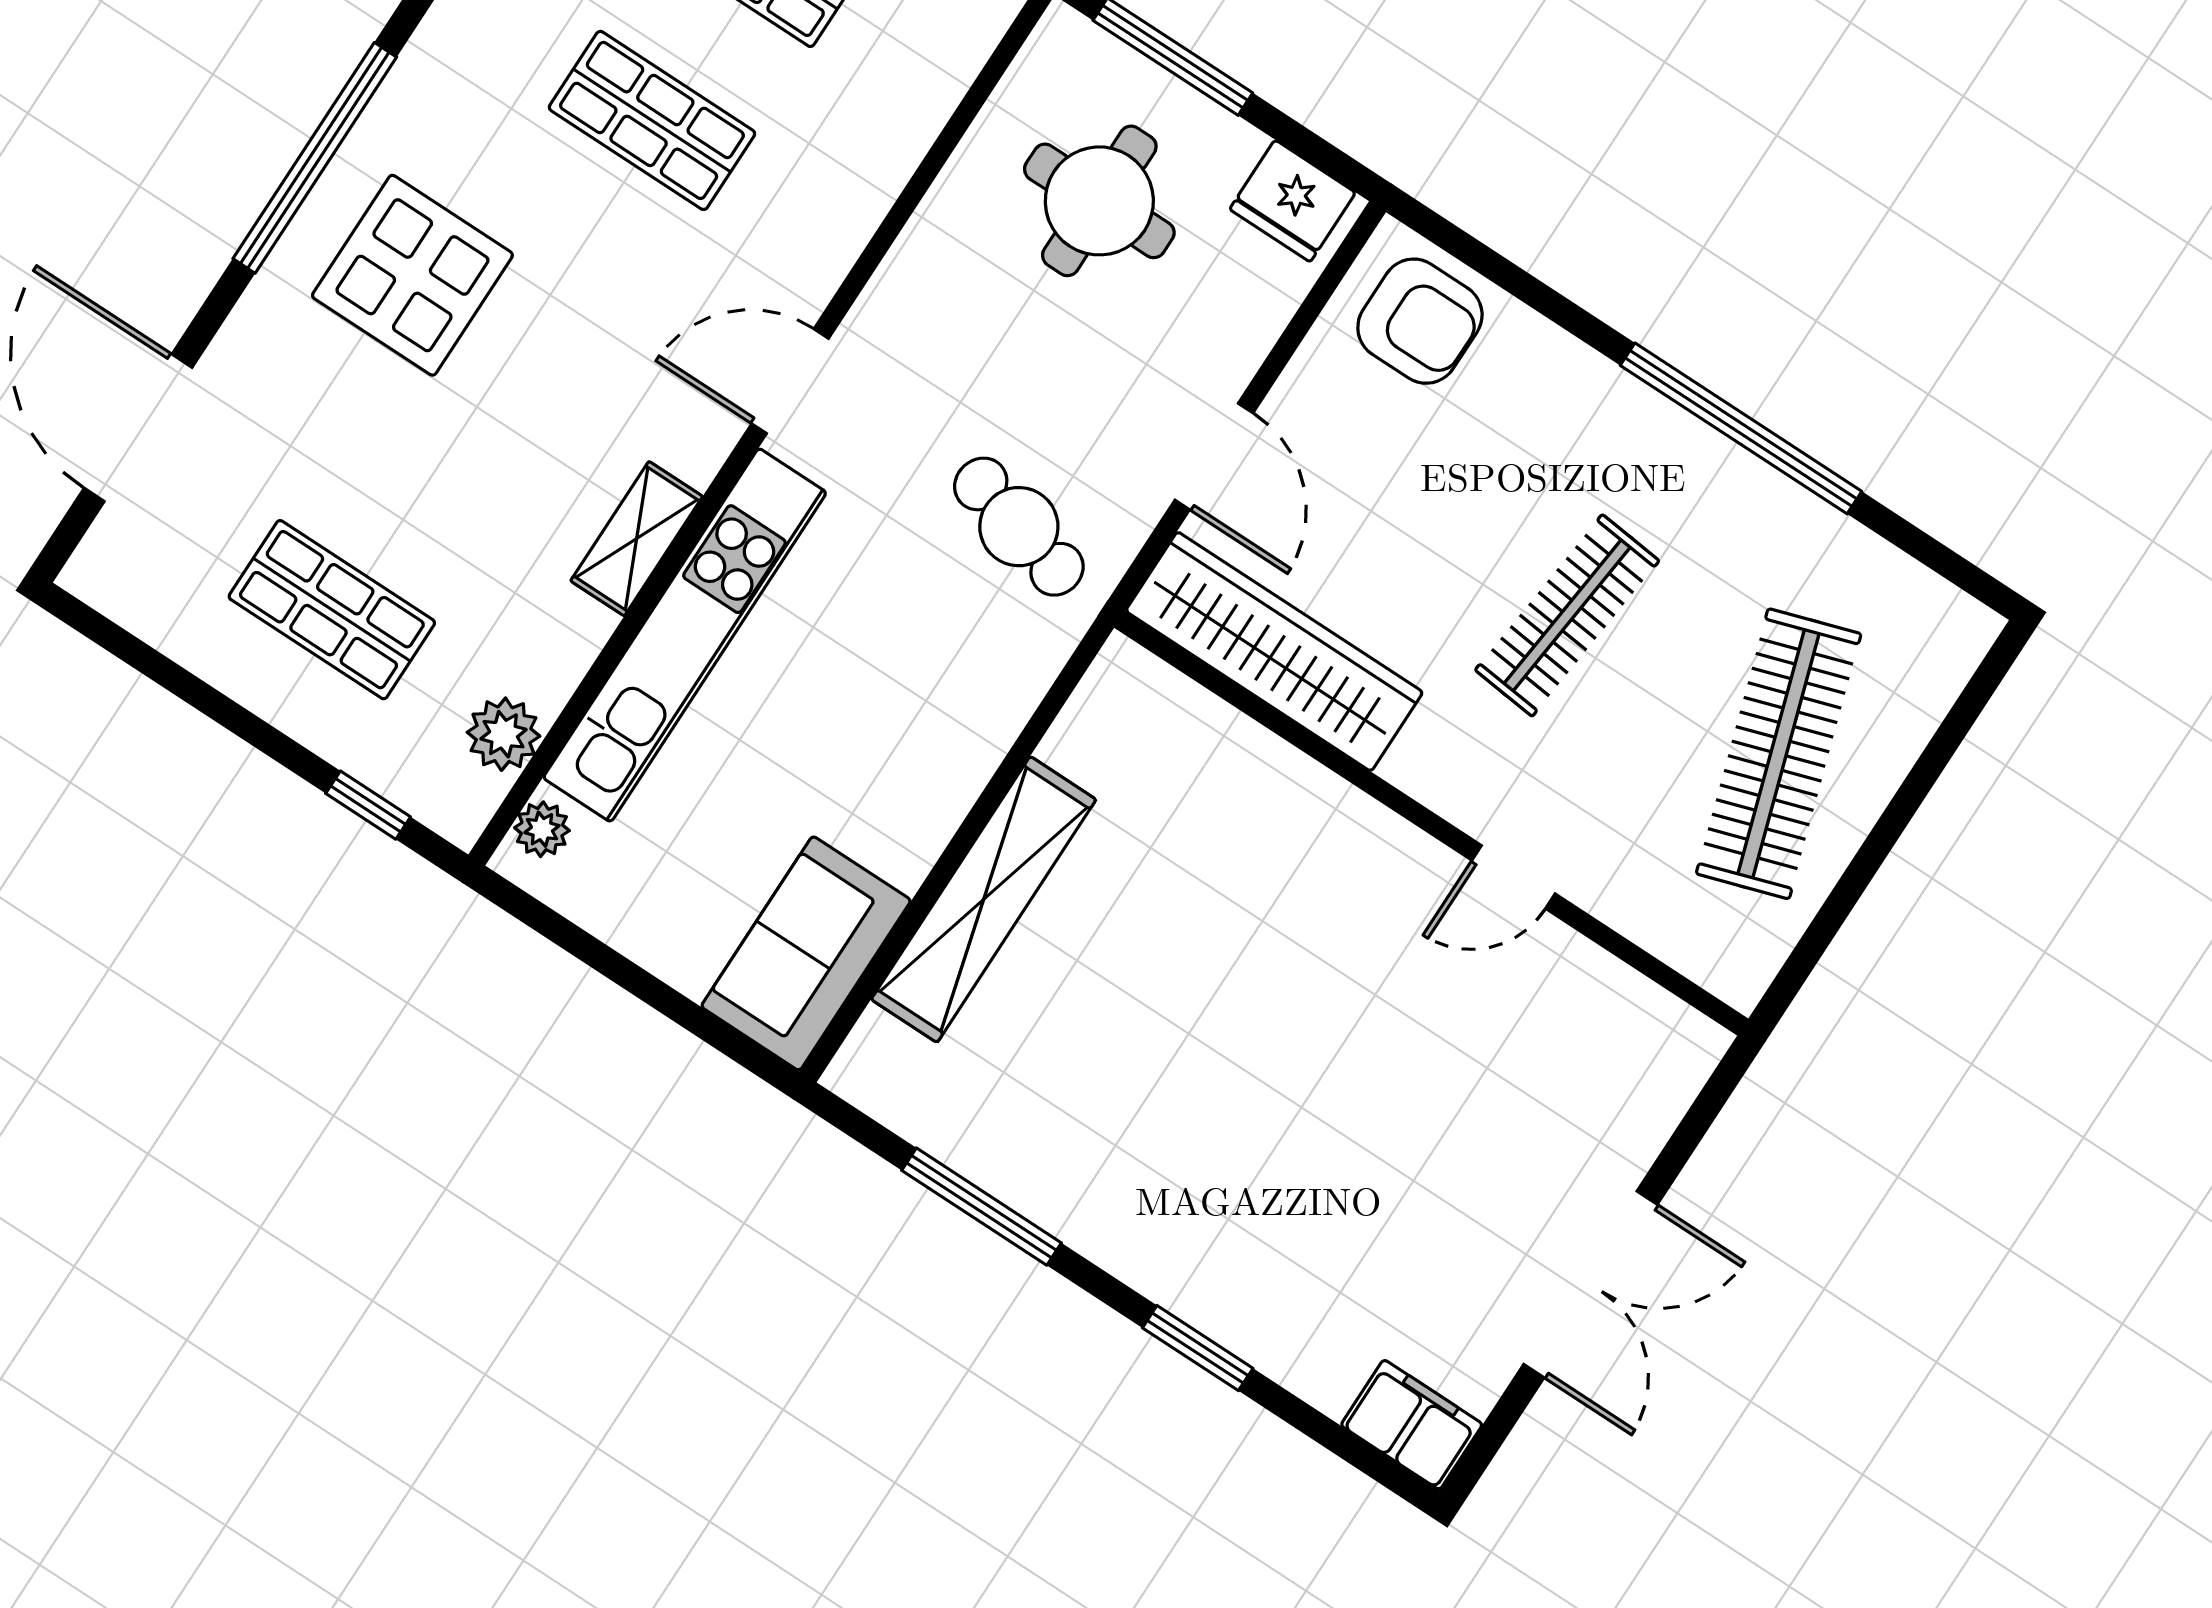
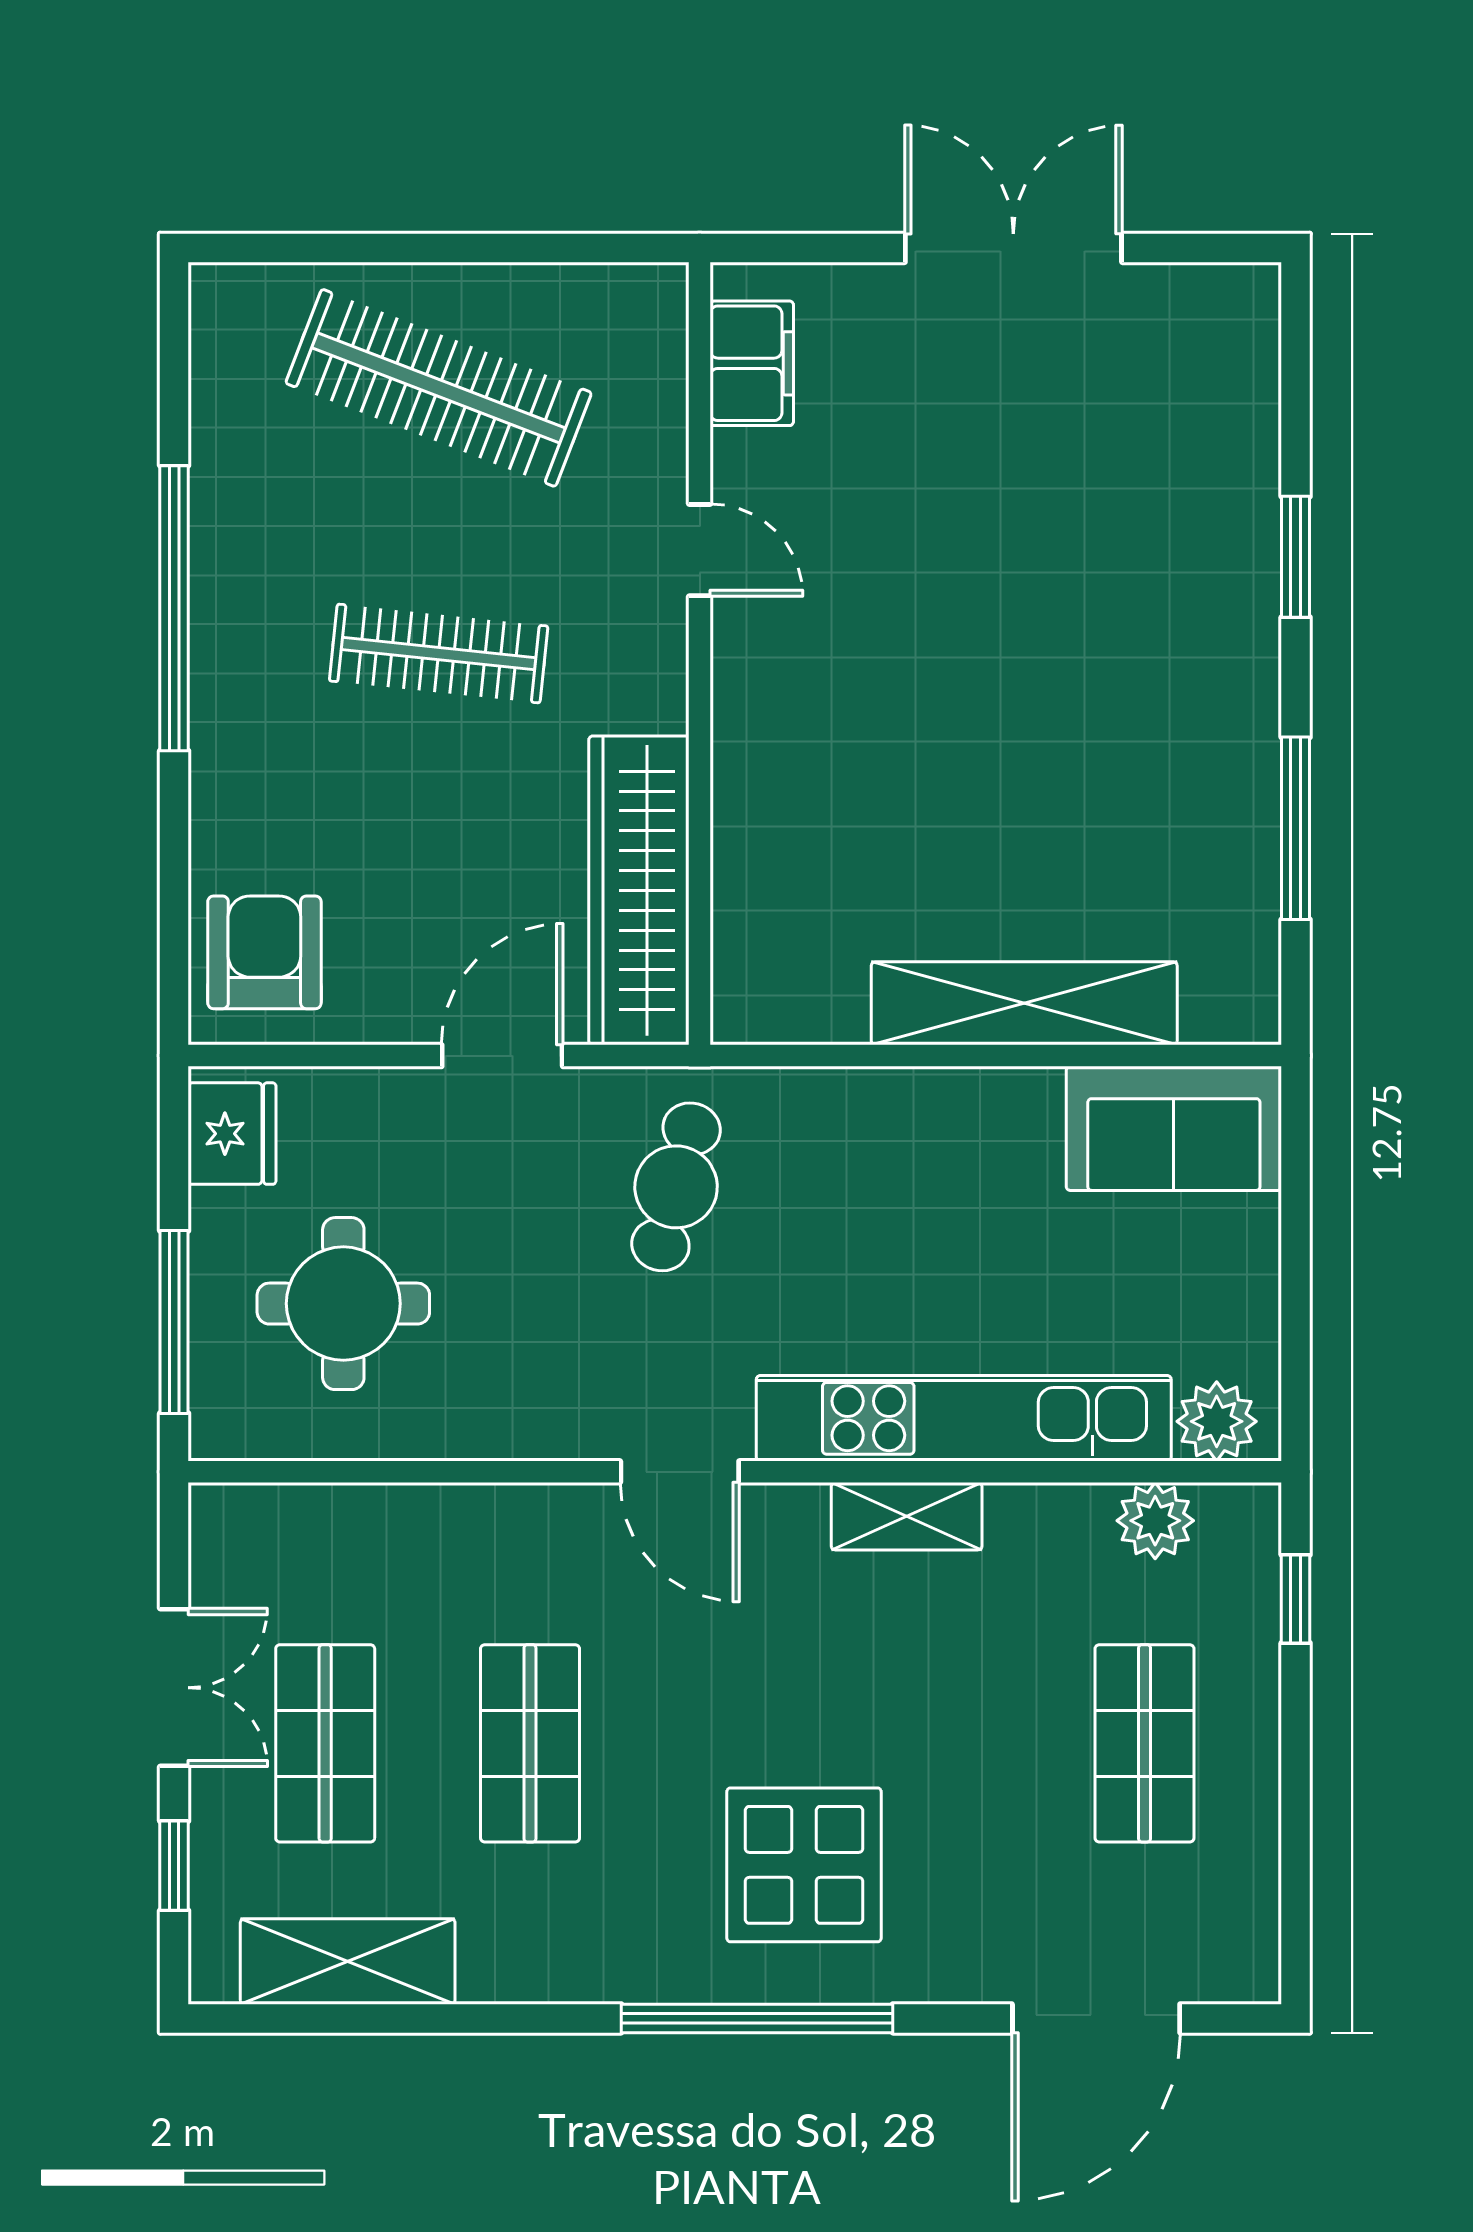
clothes rail: (1779, 754) -> (439, 388), turned 39
plant: (542, 829) -> (1217, 1421), width x1.38, depth x1.38
filing cabinet: (1412, 1425) -> (752, 363), moved, turned 180

